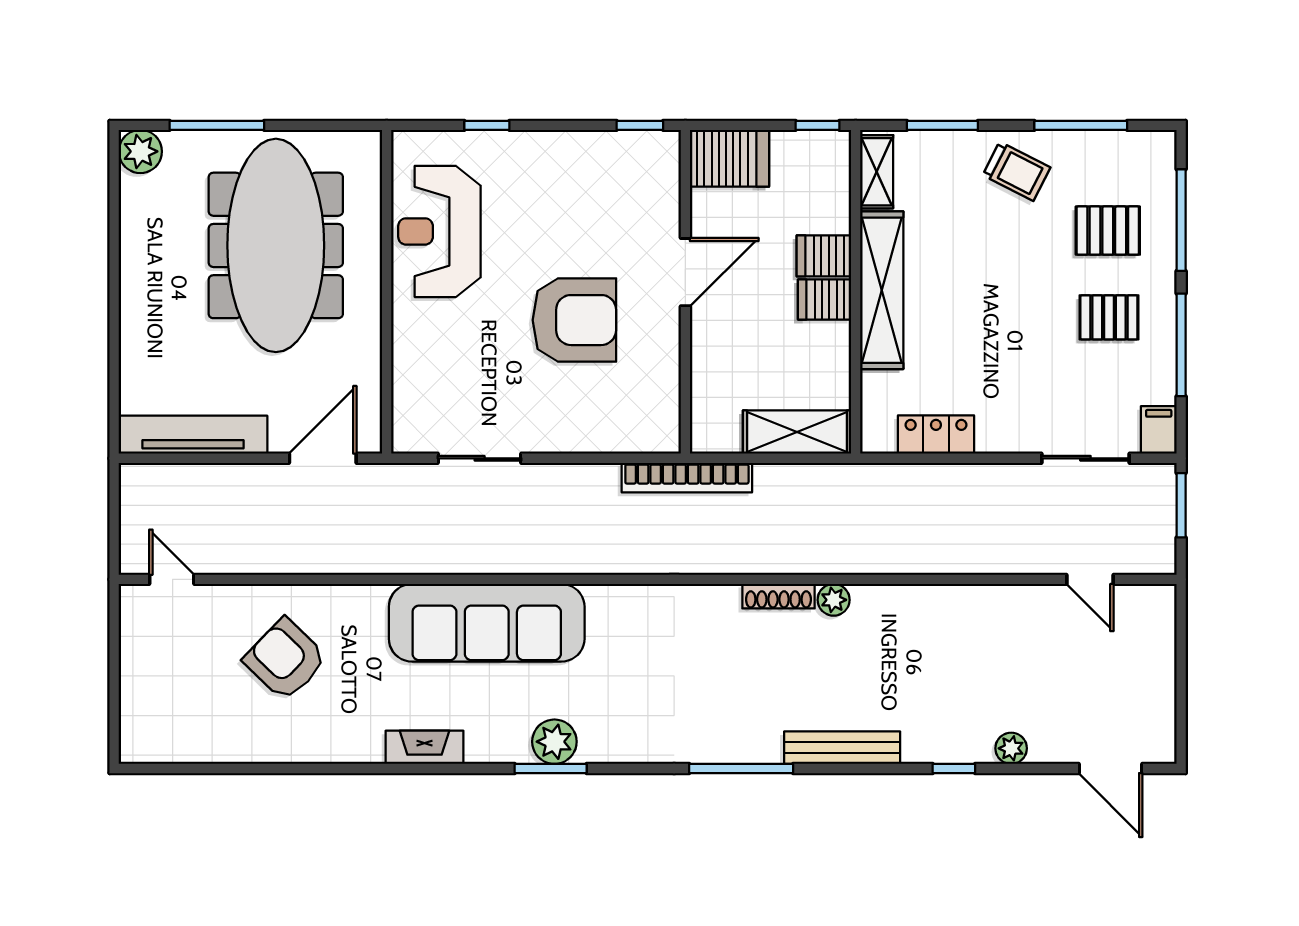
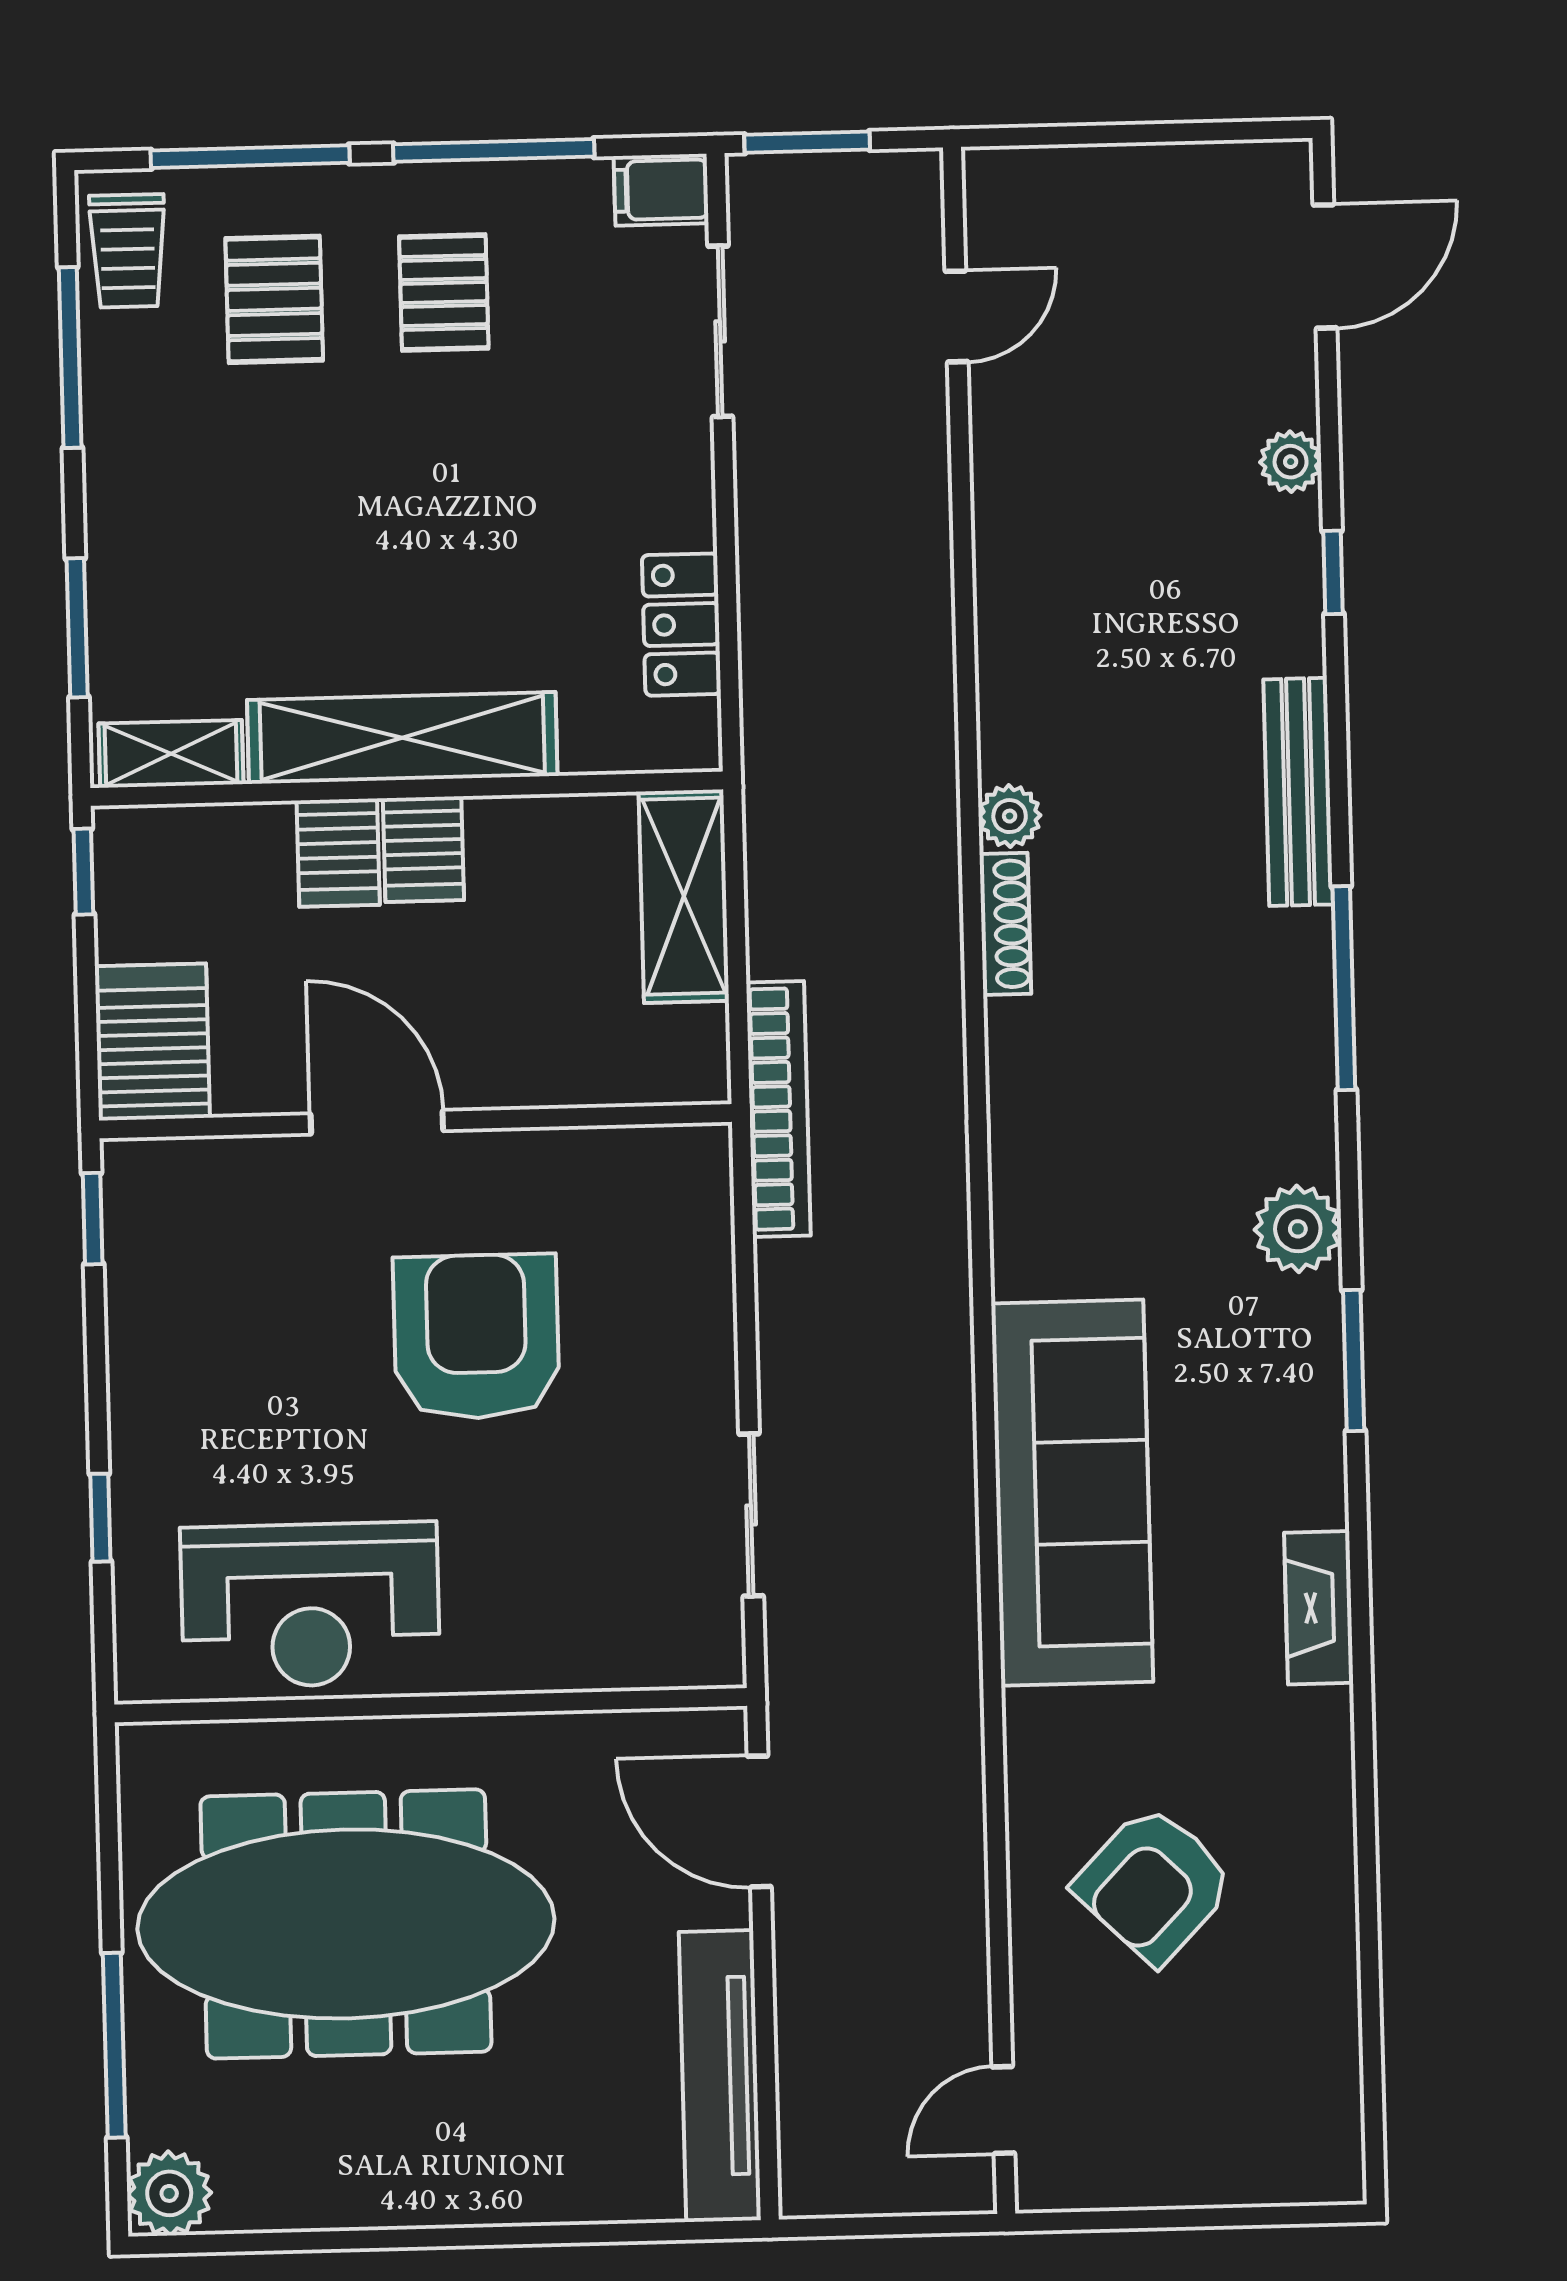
trolley: (1017, 171) -> (128, 251), moved, turned 153
plant: (554, 742) -> (1298, 1229), moved

